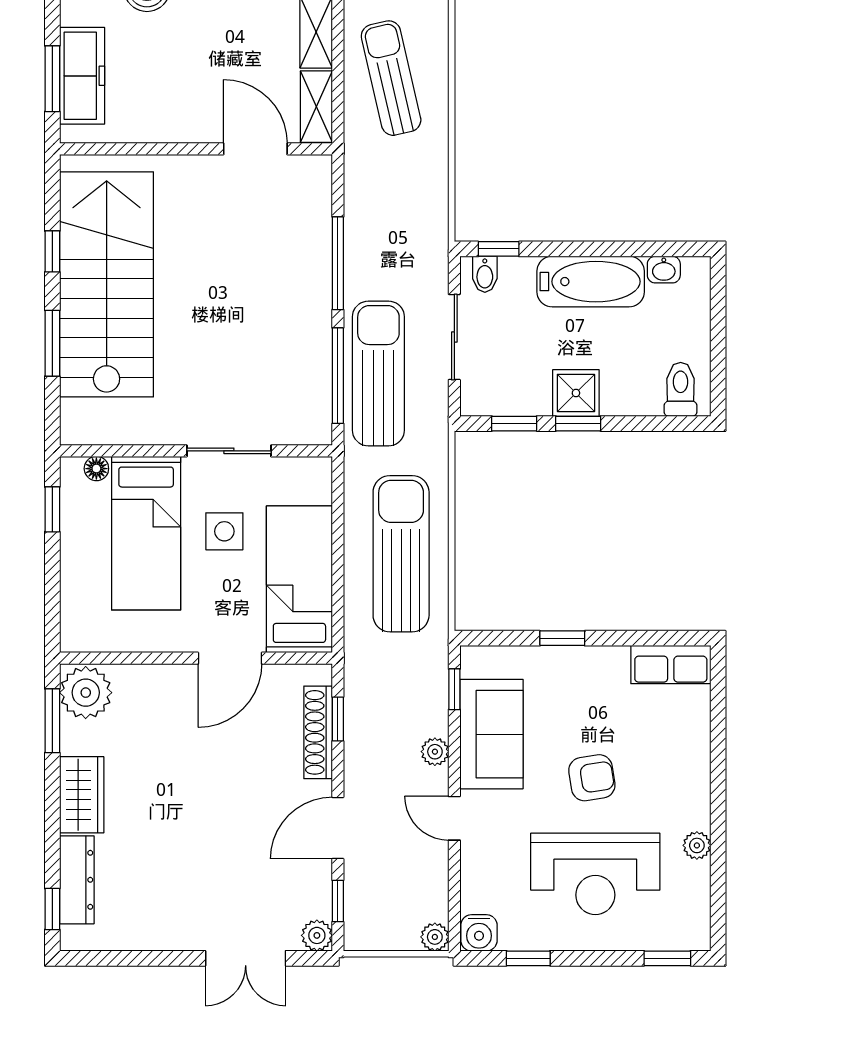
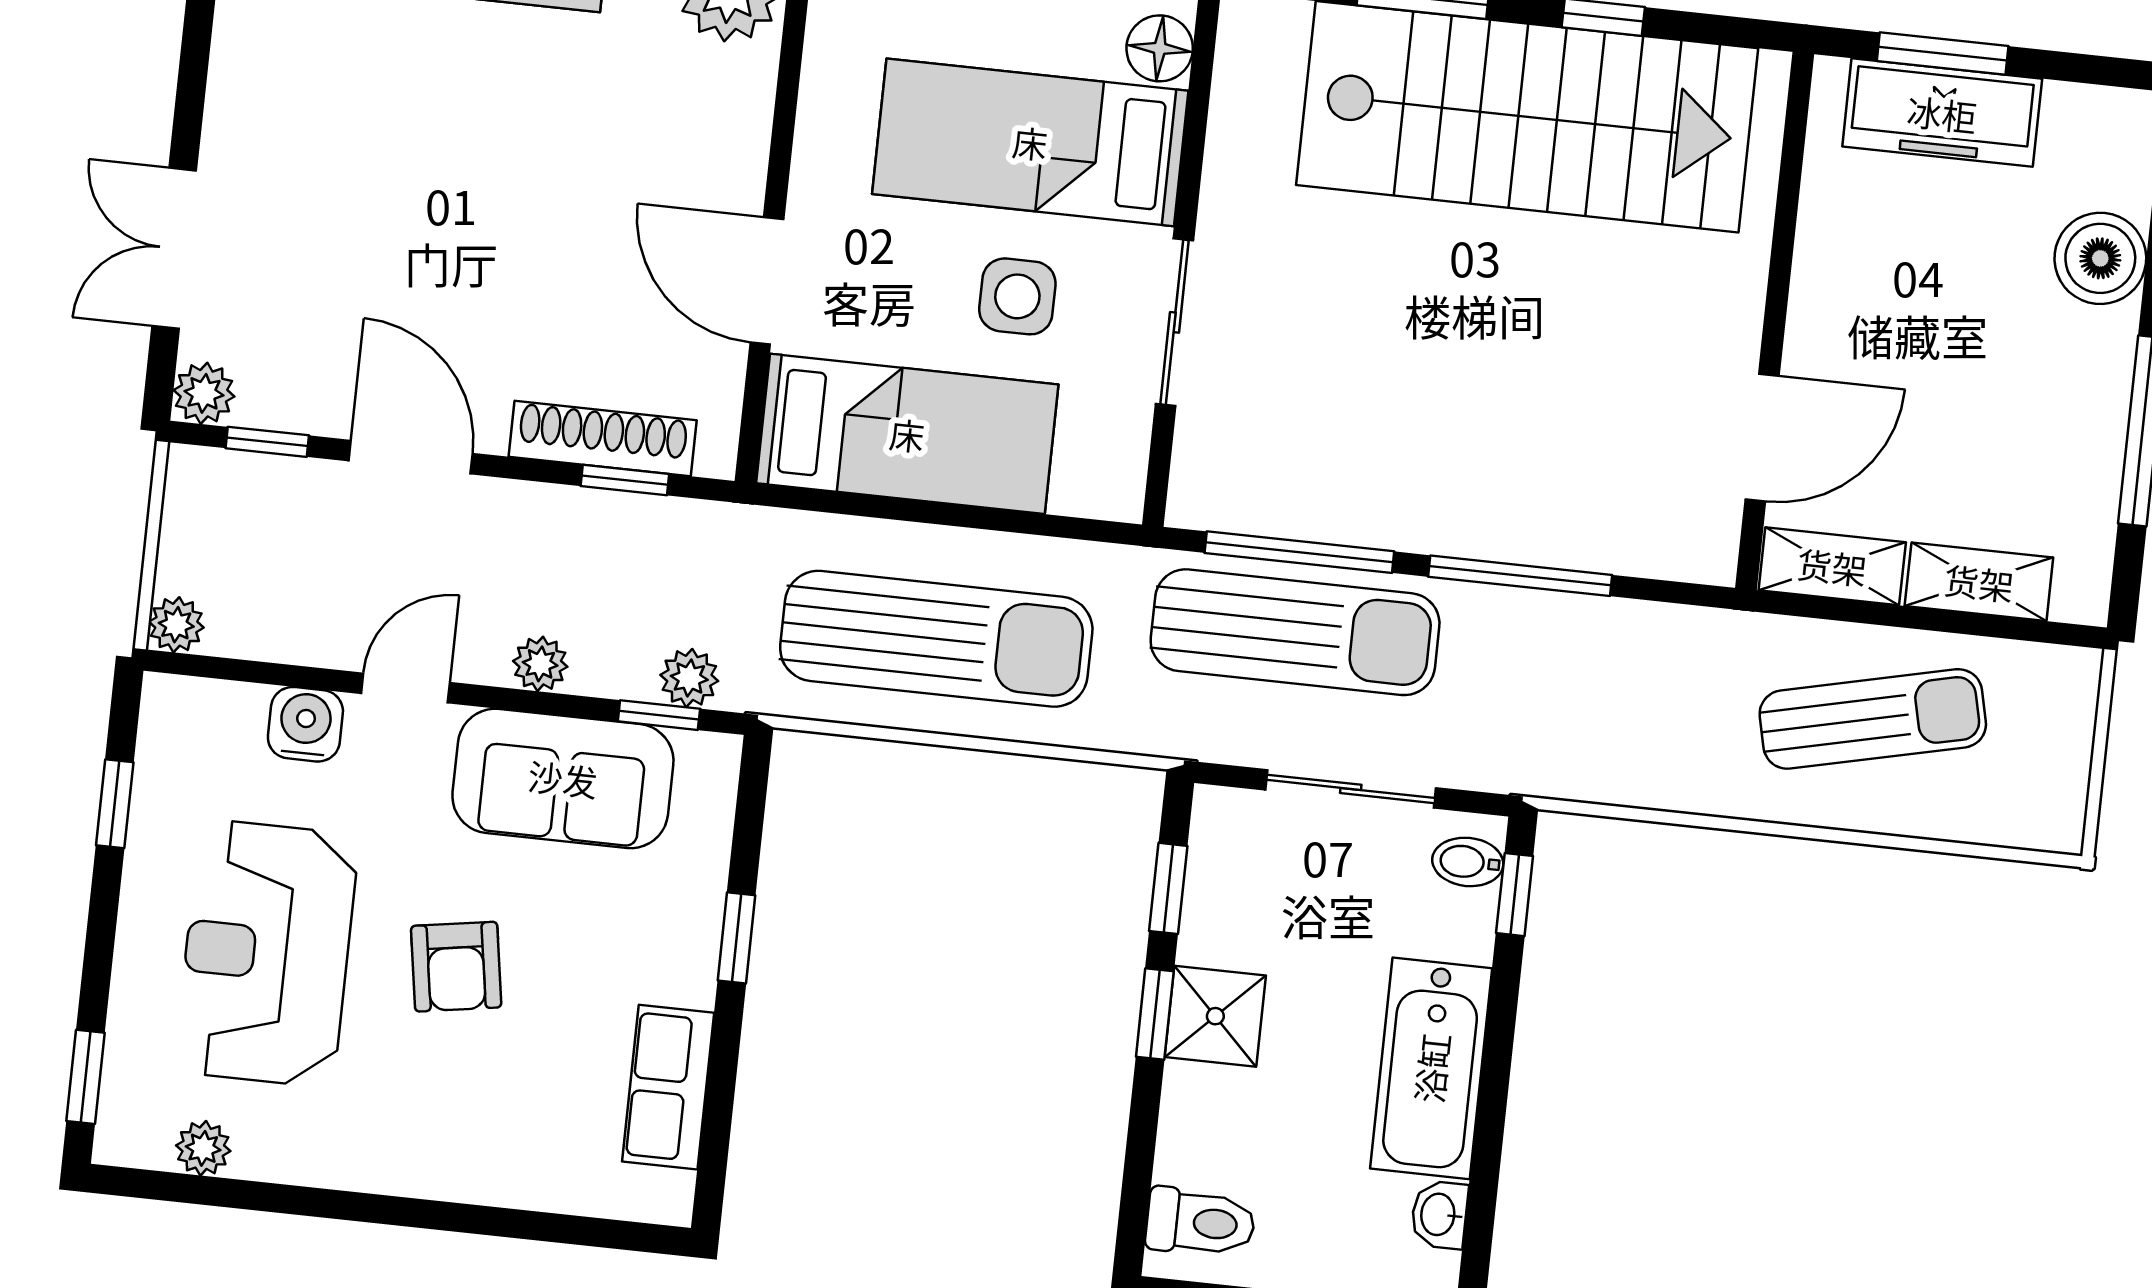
floor lamp: (96, 469) -> (1160, 48), width x1.37, depth x1.37
row of seats: (671, 665) -> (668, 1087), moved
plant: (434, 676) -> (689, 678), added
plant: (697, 845) -> (203, 1148), moved
water cooler: (479, 933) -> (305, 724), moved, turned 90

